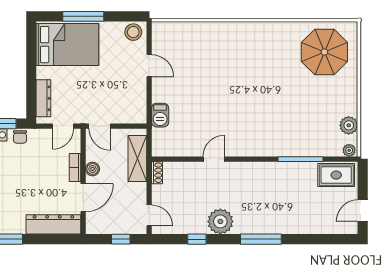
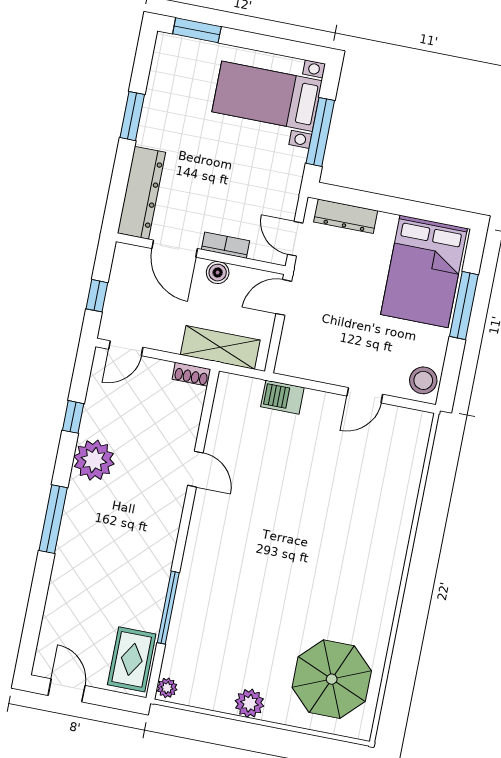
plant: (349, 125) -> (250, 703), moved
chair: (20, 137) -> (291, 167), removed

